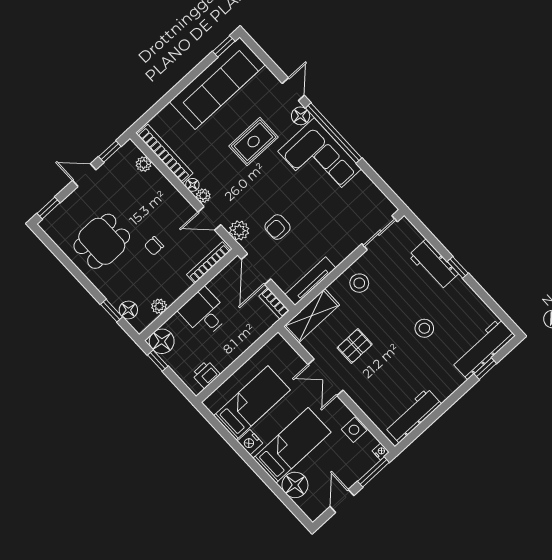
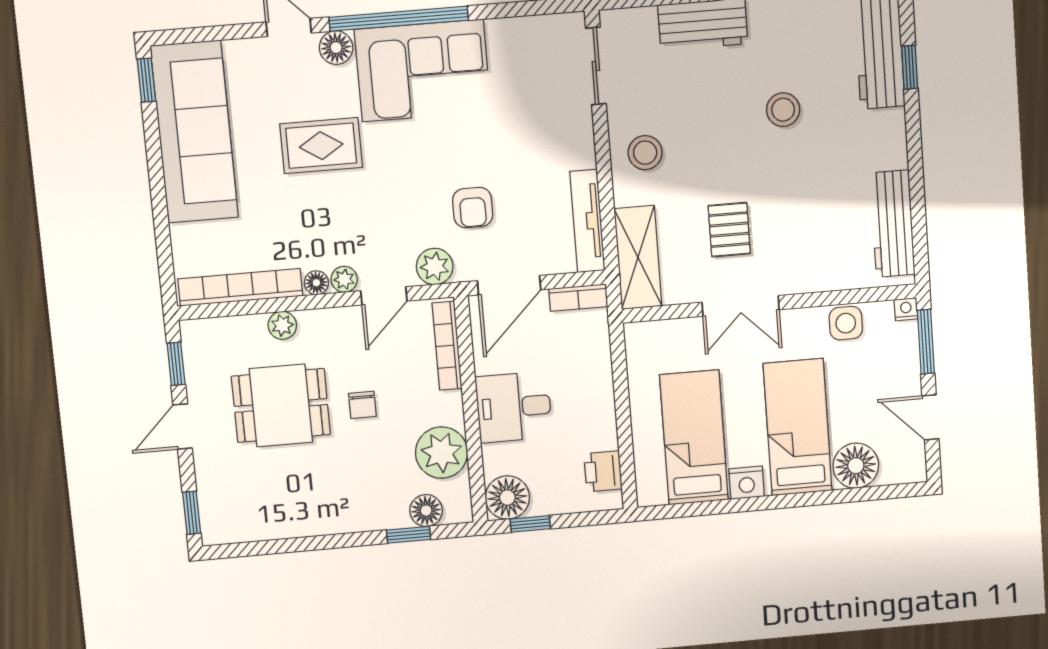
rug: (254, 142) -> (321, 146), turned 90
plant: (144, 164) -> (282, 325), moved
dining table: (102, 241) -> (281, 405), moved, turned 90
door: (256, 269) -> (509, 285), hinge flipped
plant: (159, 306) -> (442, 453), width x1.88, depth x1.88

